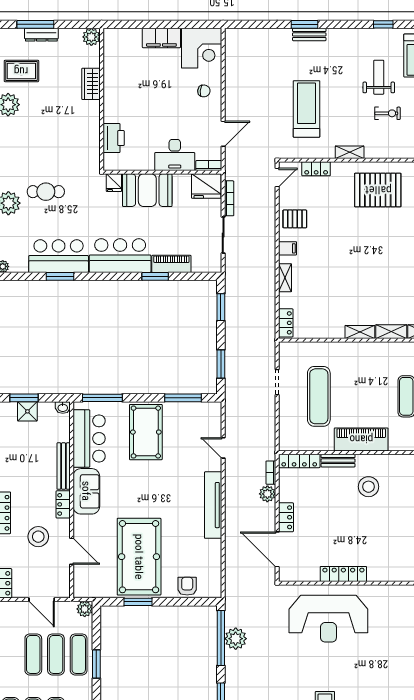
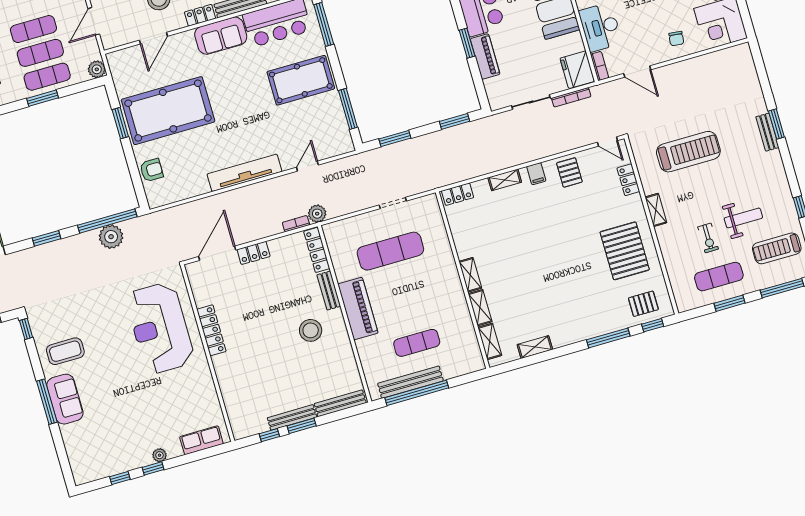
plant: (267, 494) -> (317, 214), moved

